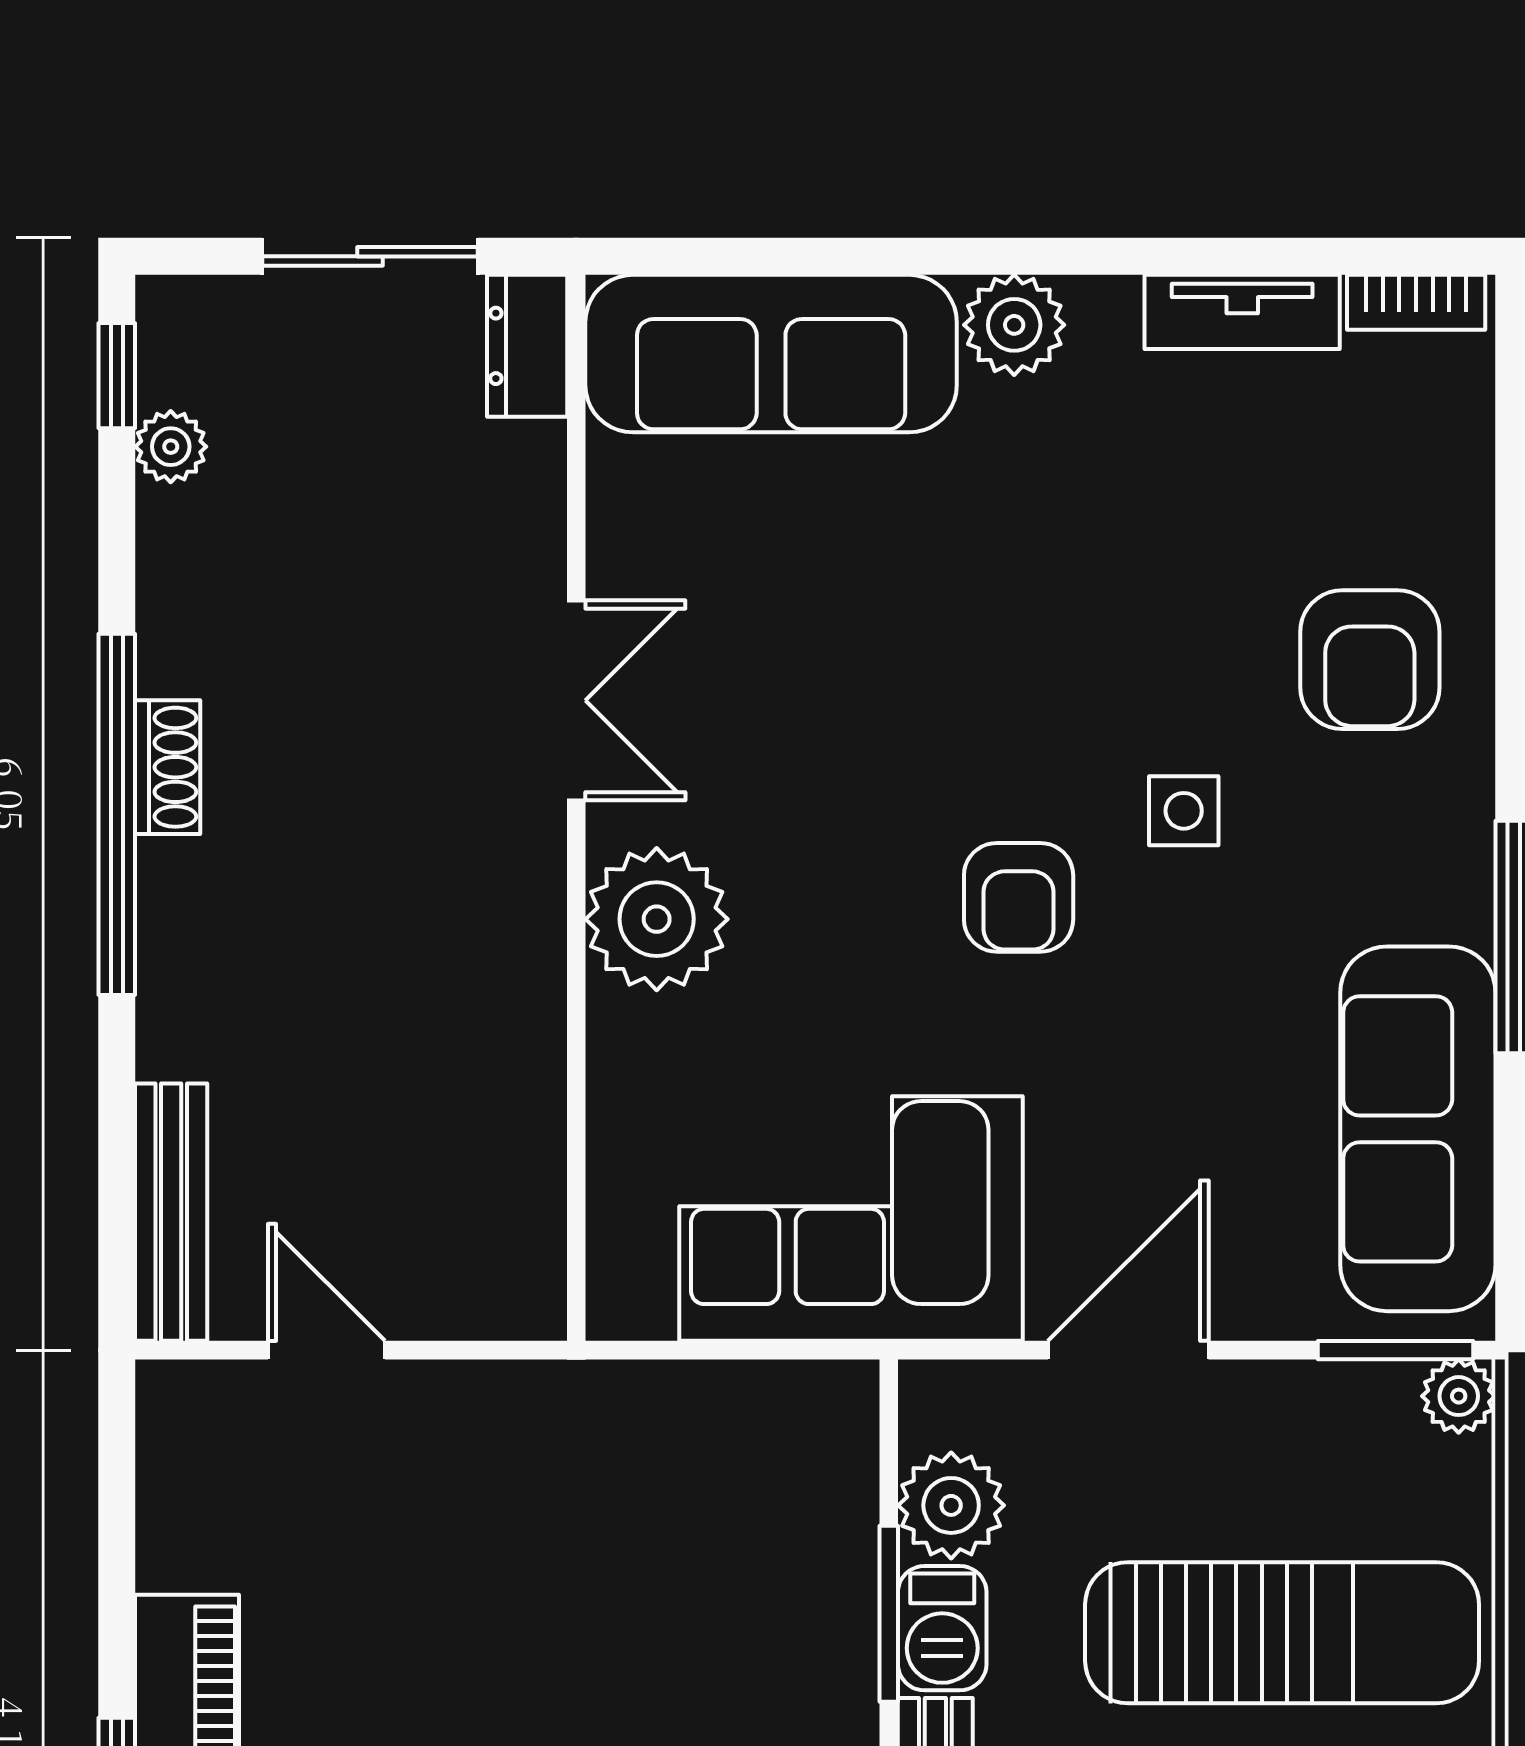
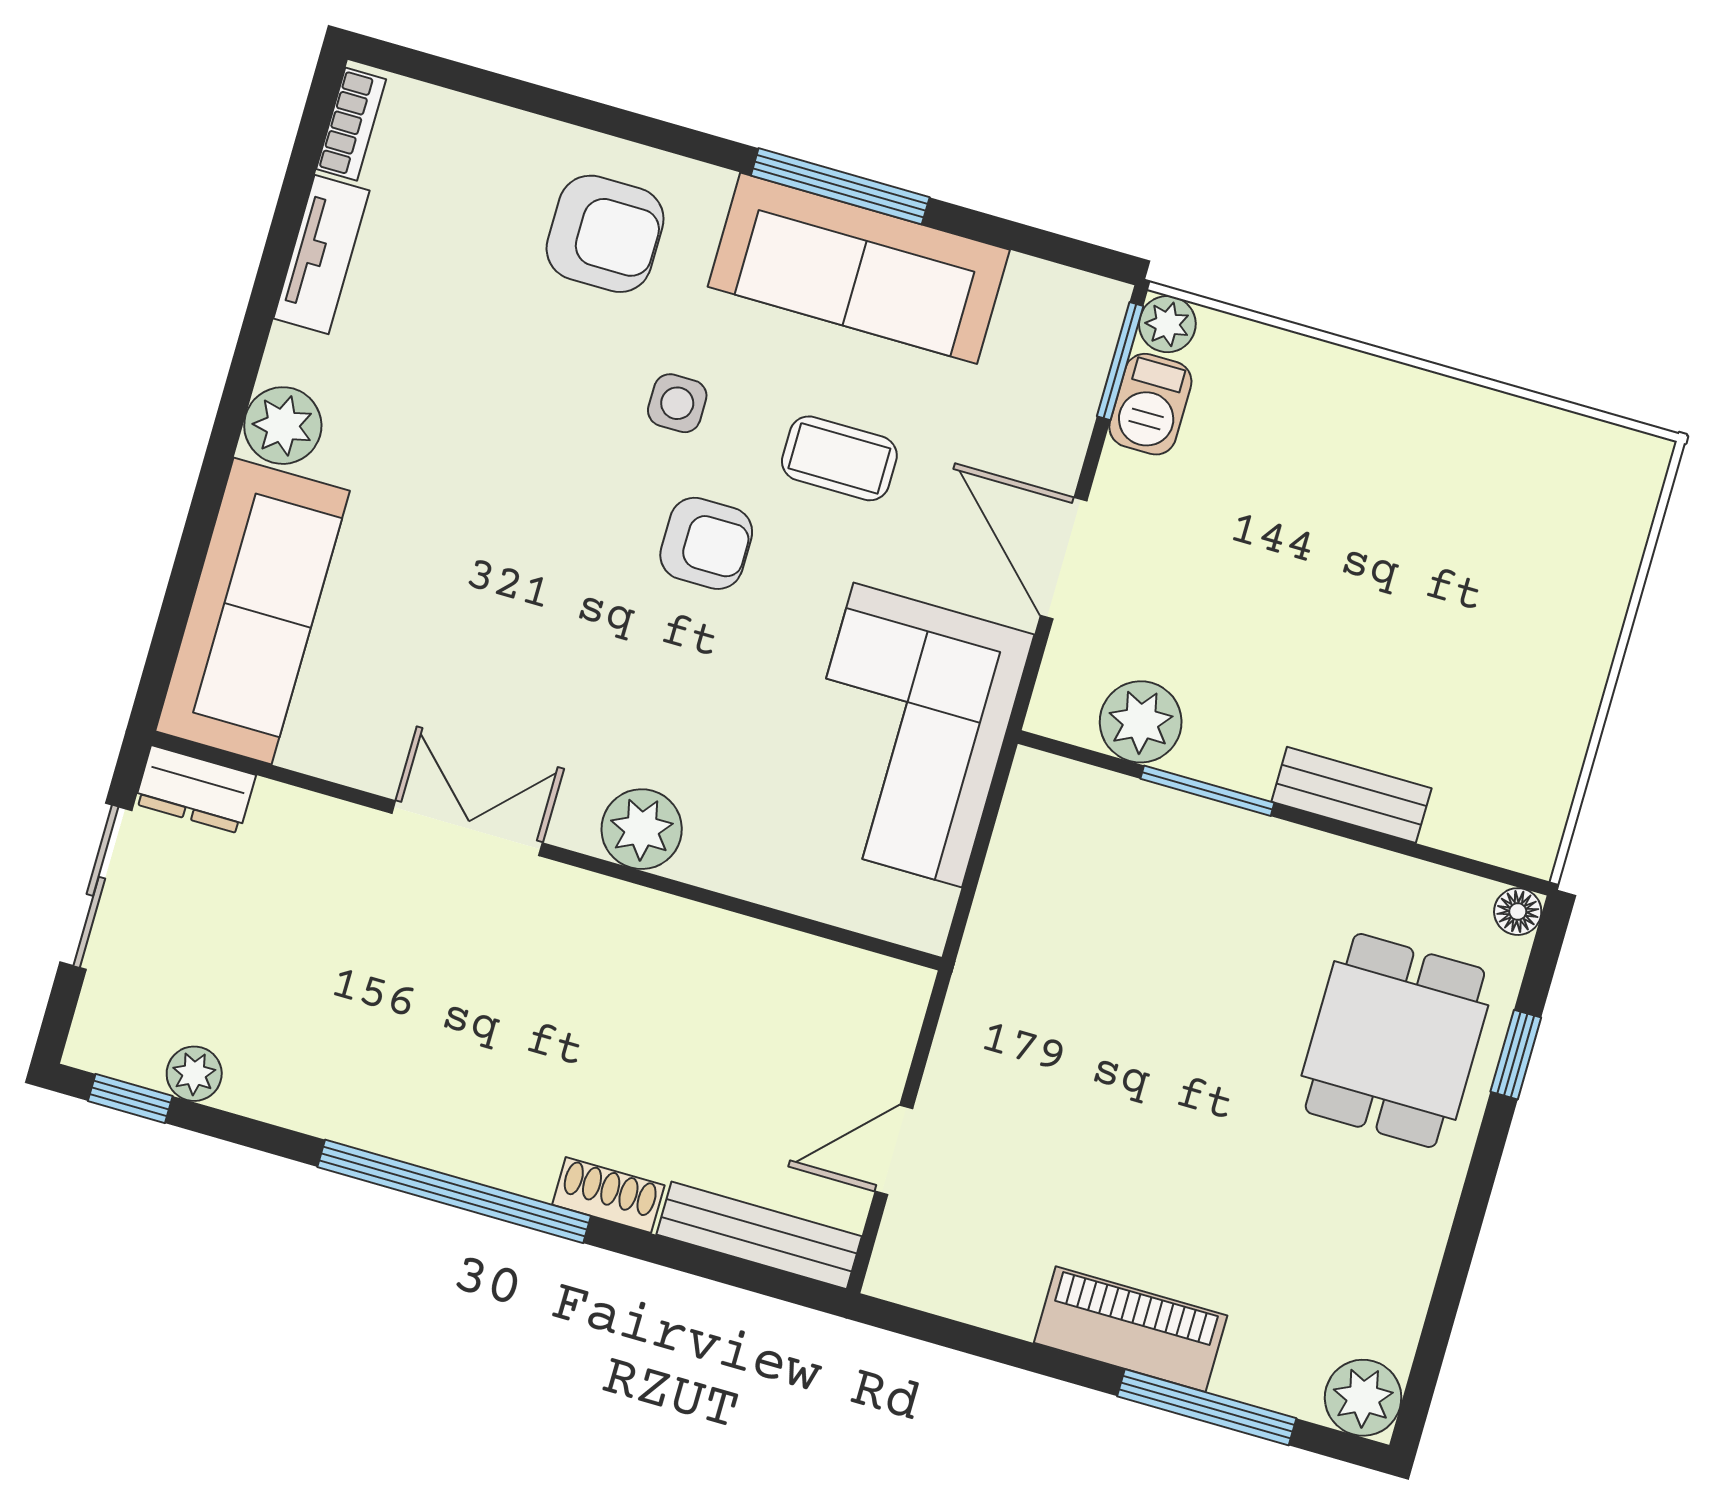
shoe rack: (168, 767) -> (608, 1195), moved
plant: (657, 919) -> (642, 829), width x0.73, depth x0.73
coffee table: (1173, 1034) -> (839, 458), added
sofa: (1418, 1129) -> (859, 268), moved
barbecue: (942, 1628) -> (1150, 404), moved, turned 90
sun lounger: (1282, 1633) -> (1305, 505), removed

